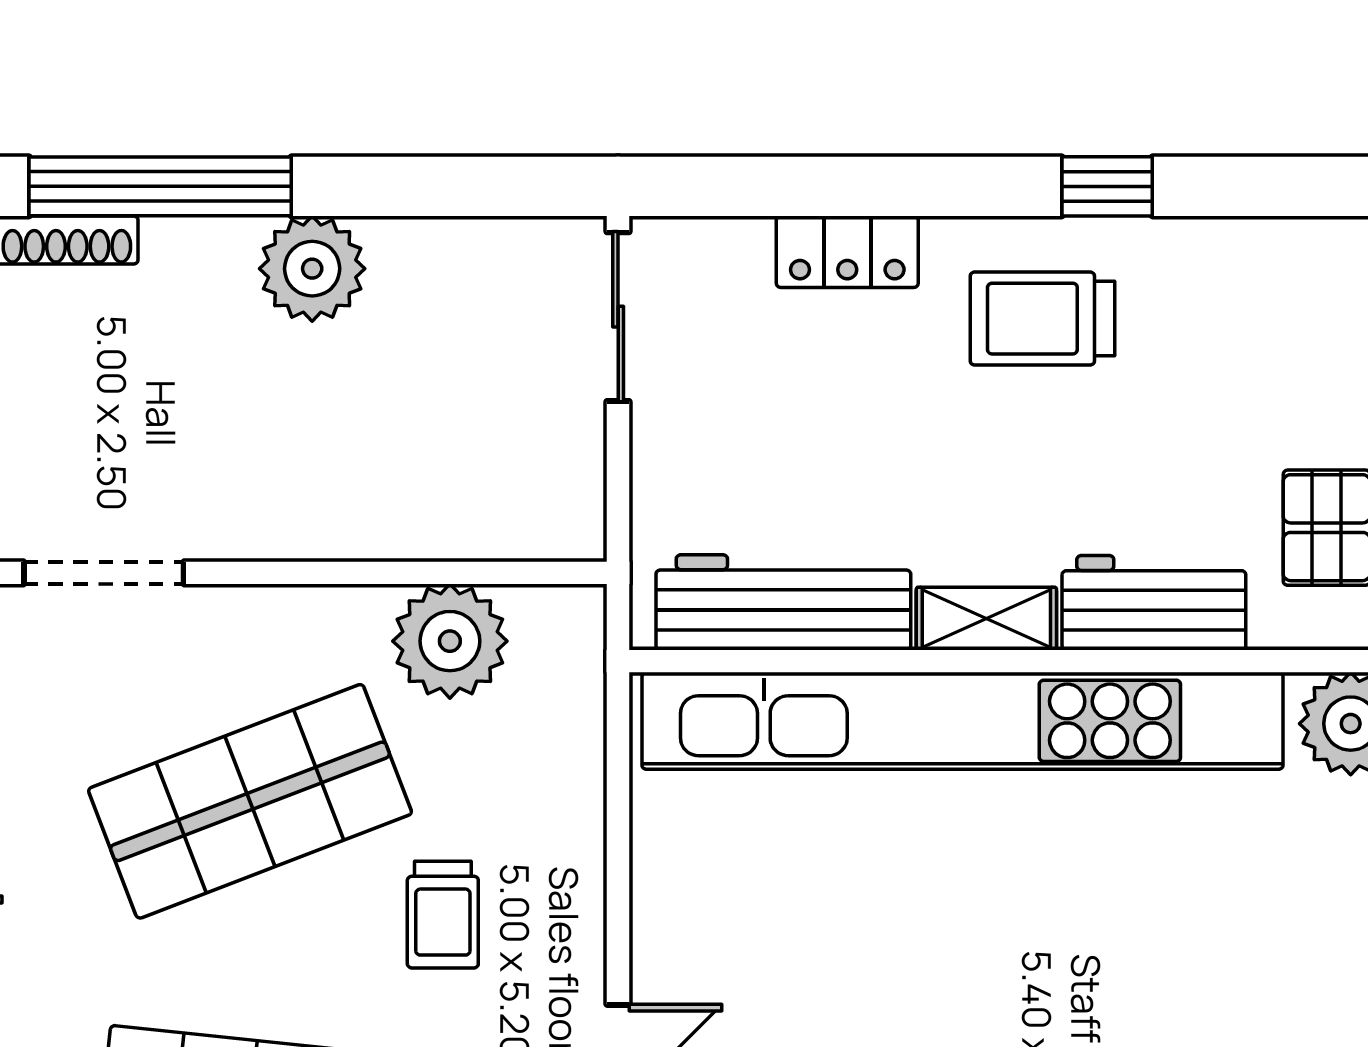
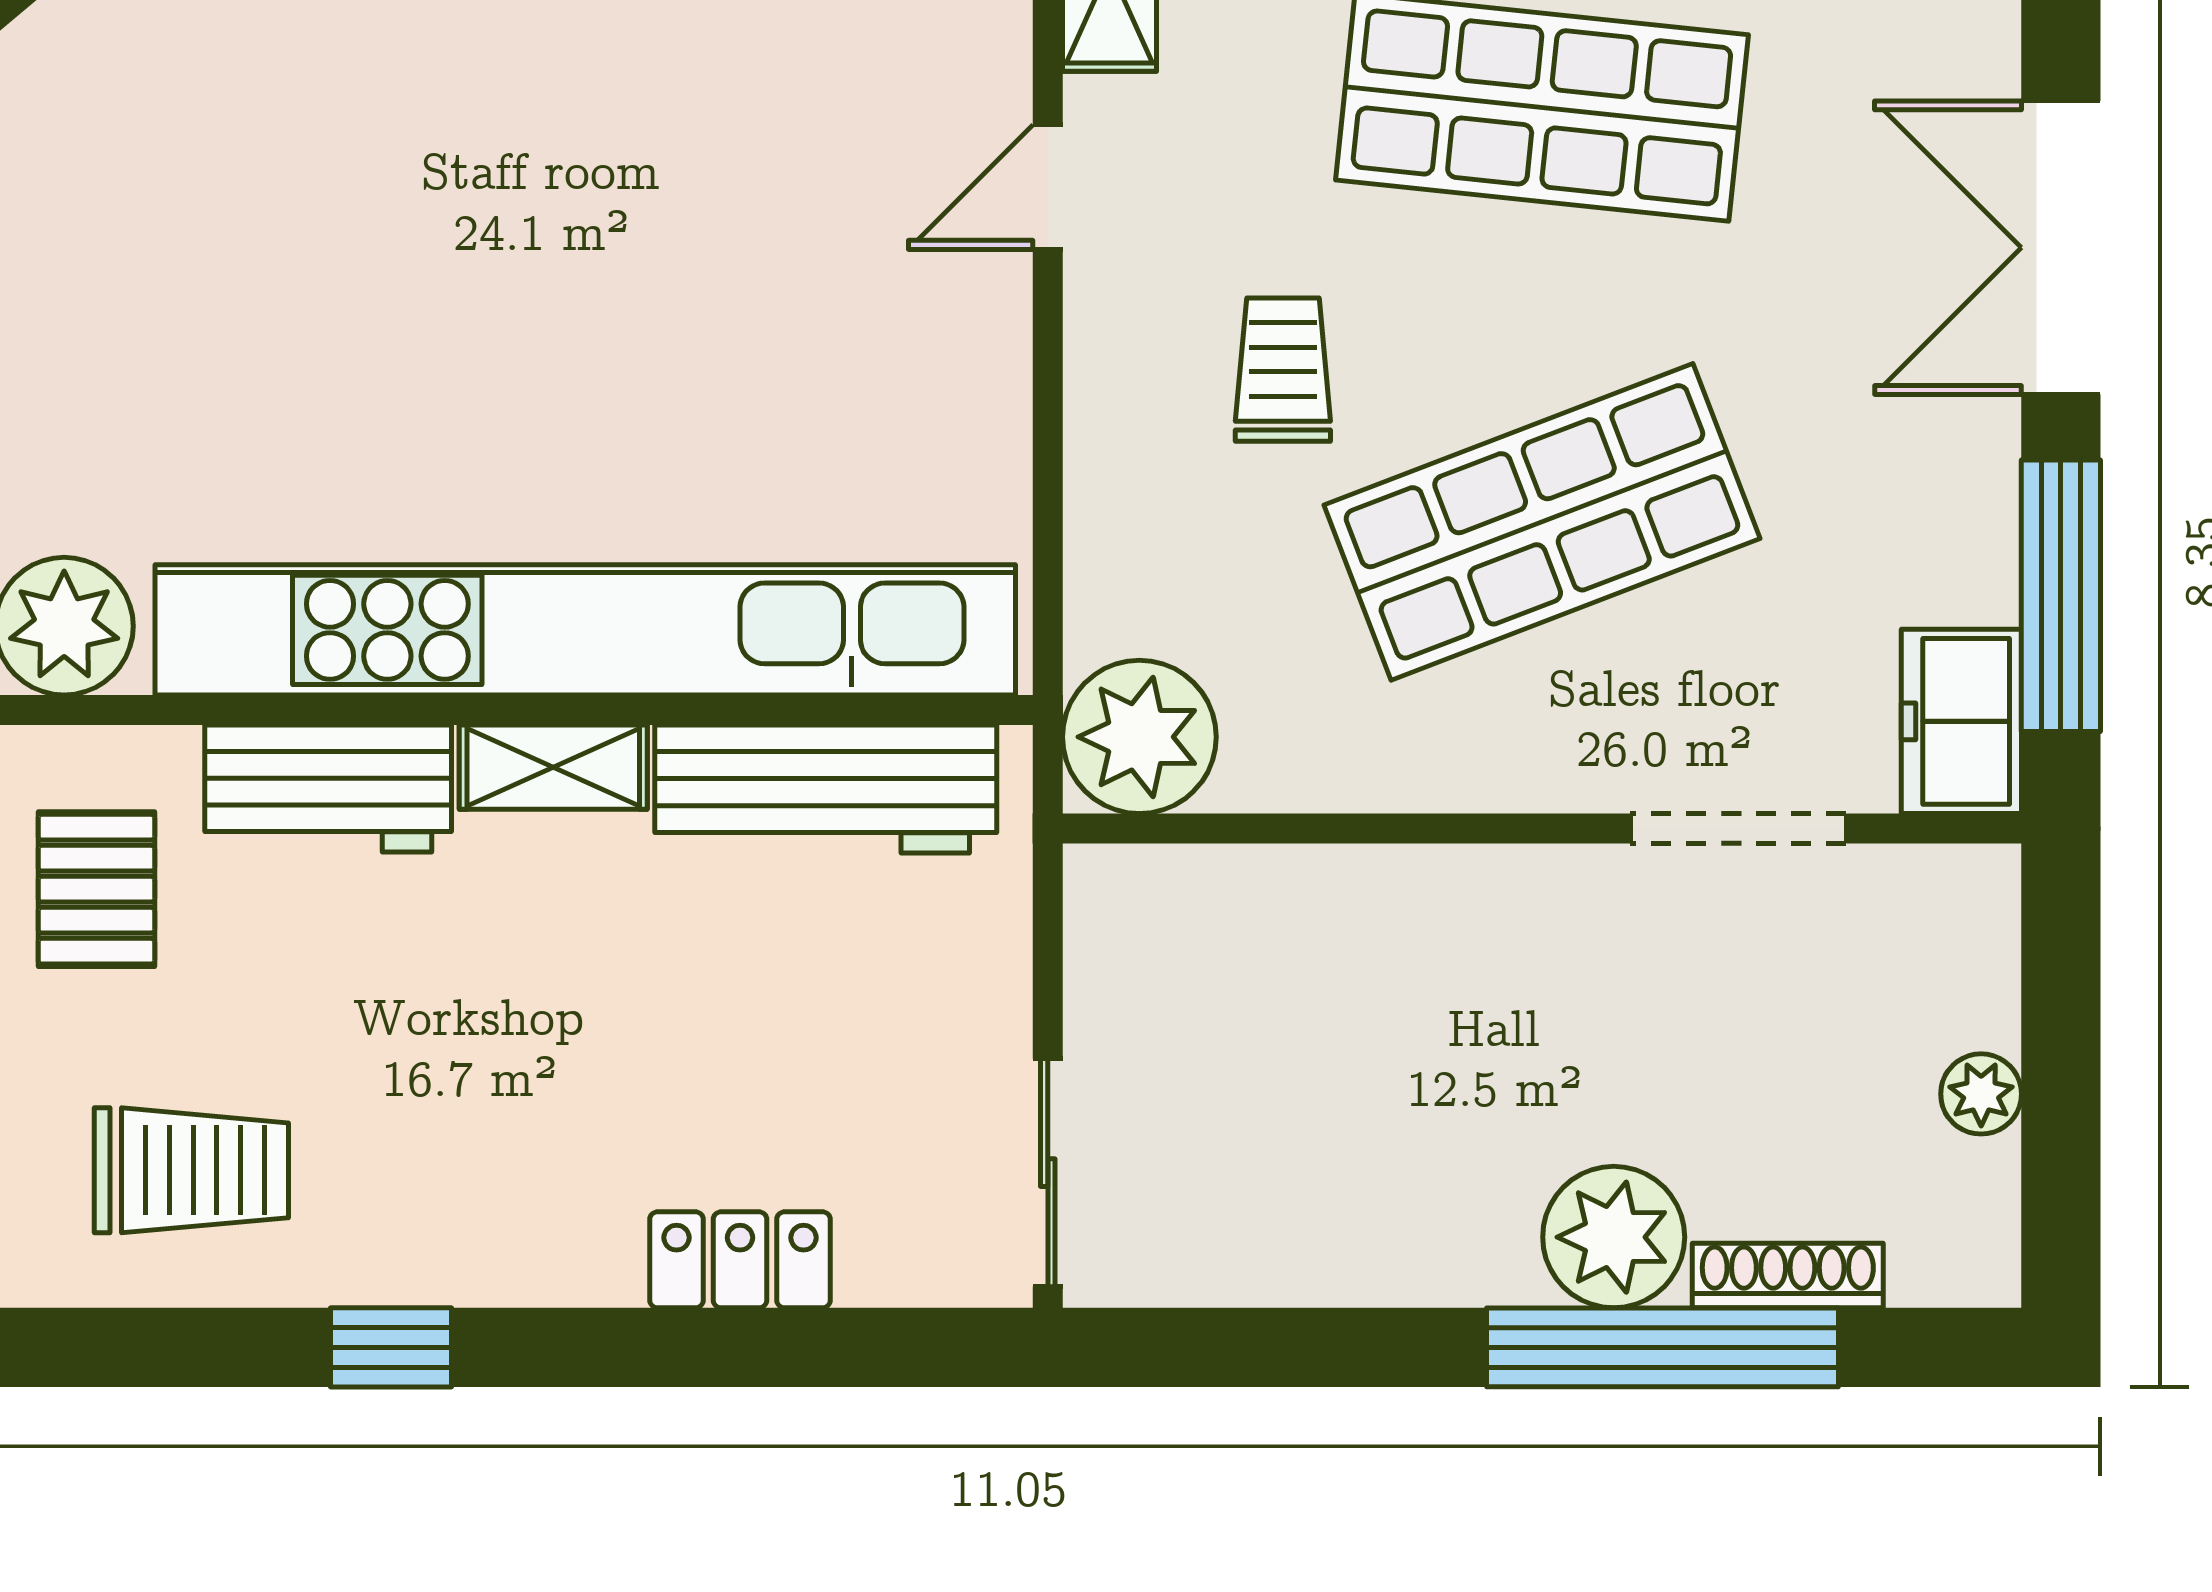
plant: (312, 269) -> (1614, 1237), moved
trolley: (1042, 319) -> (191, 1170), moved
plant: (450, 641) -> (1139, 737), moved

